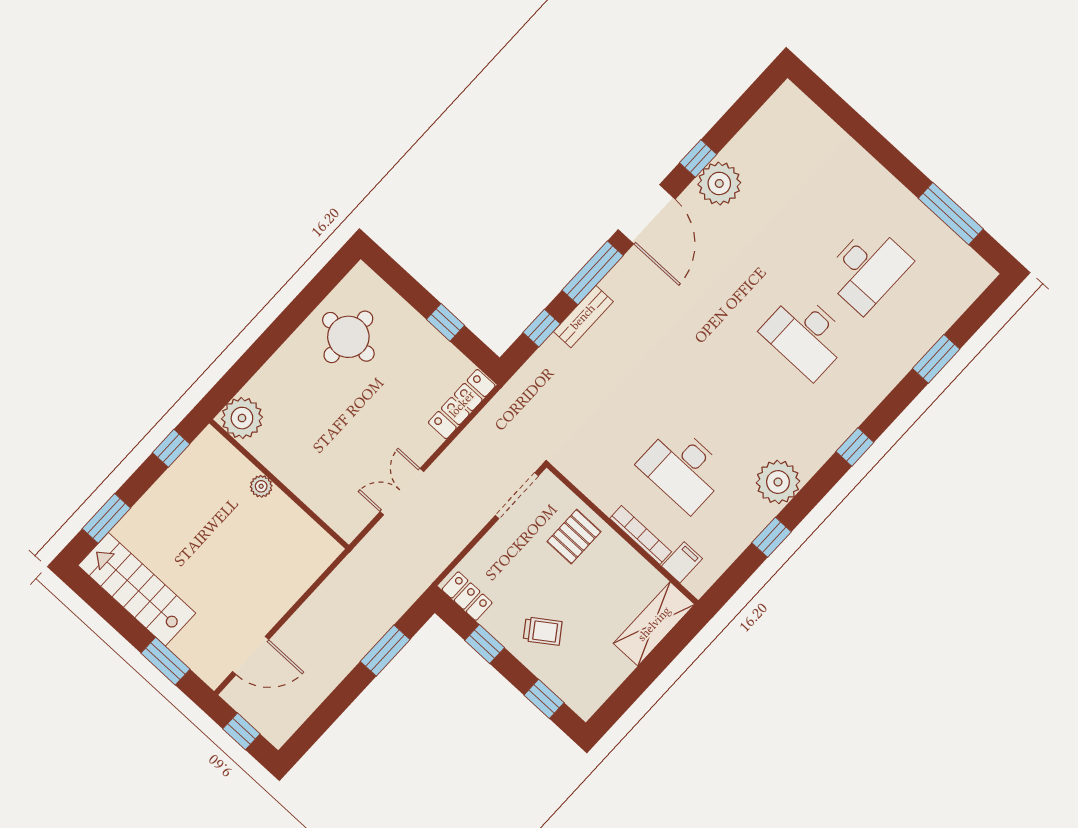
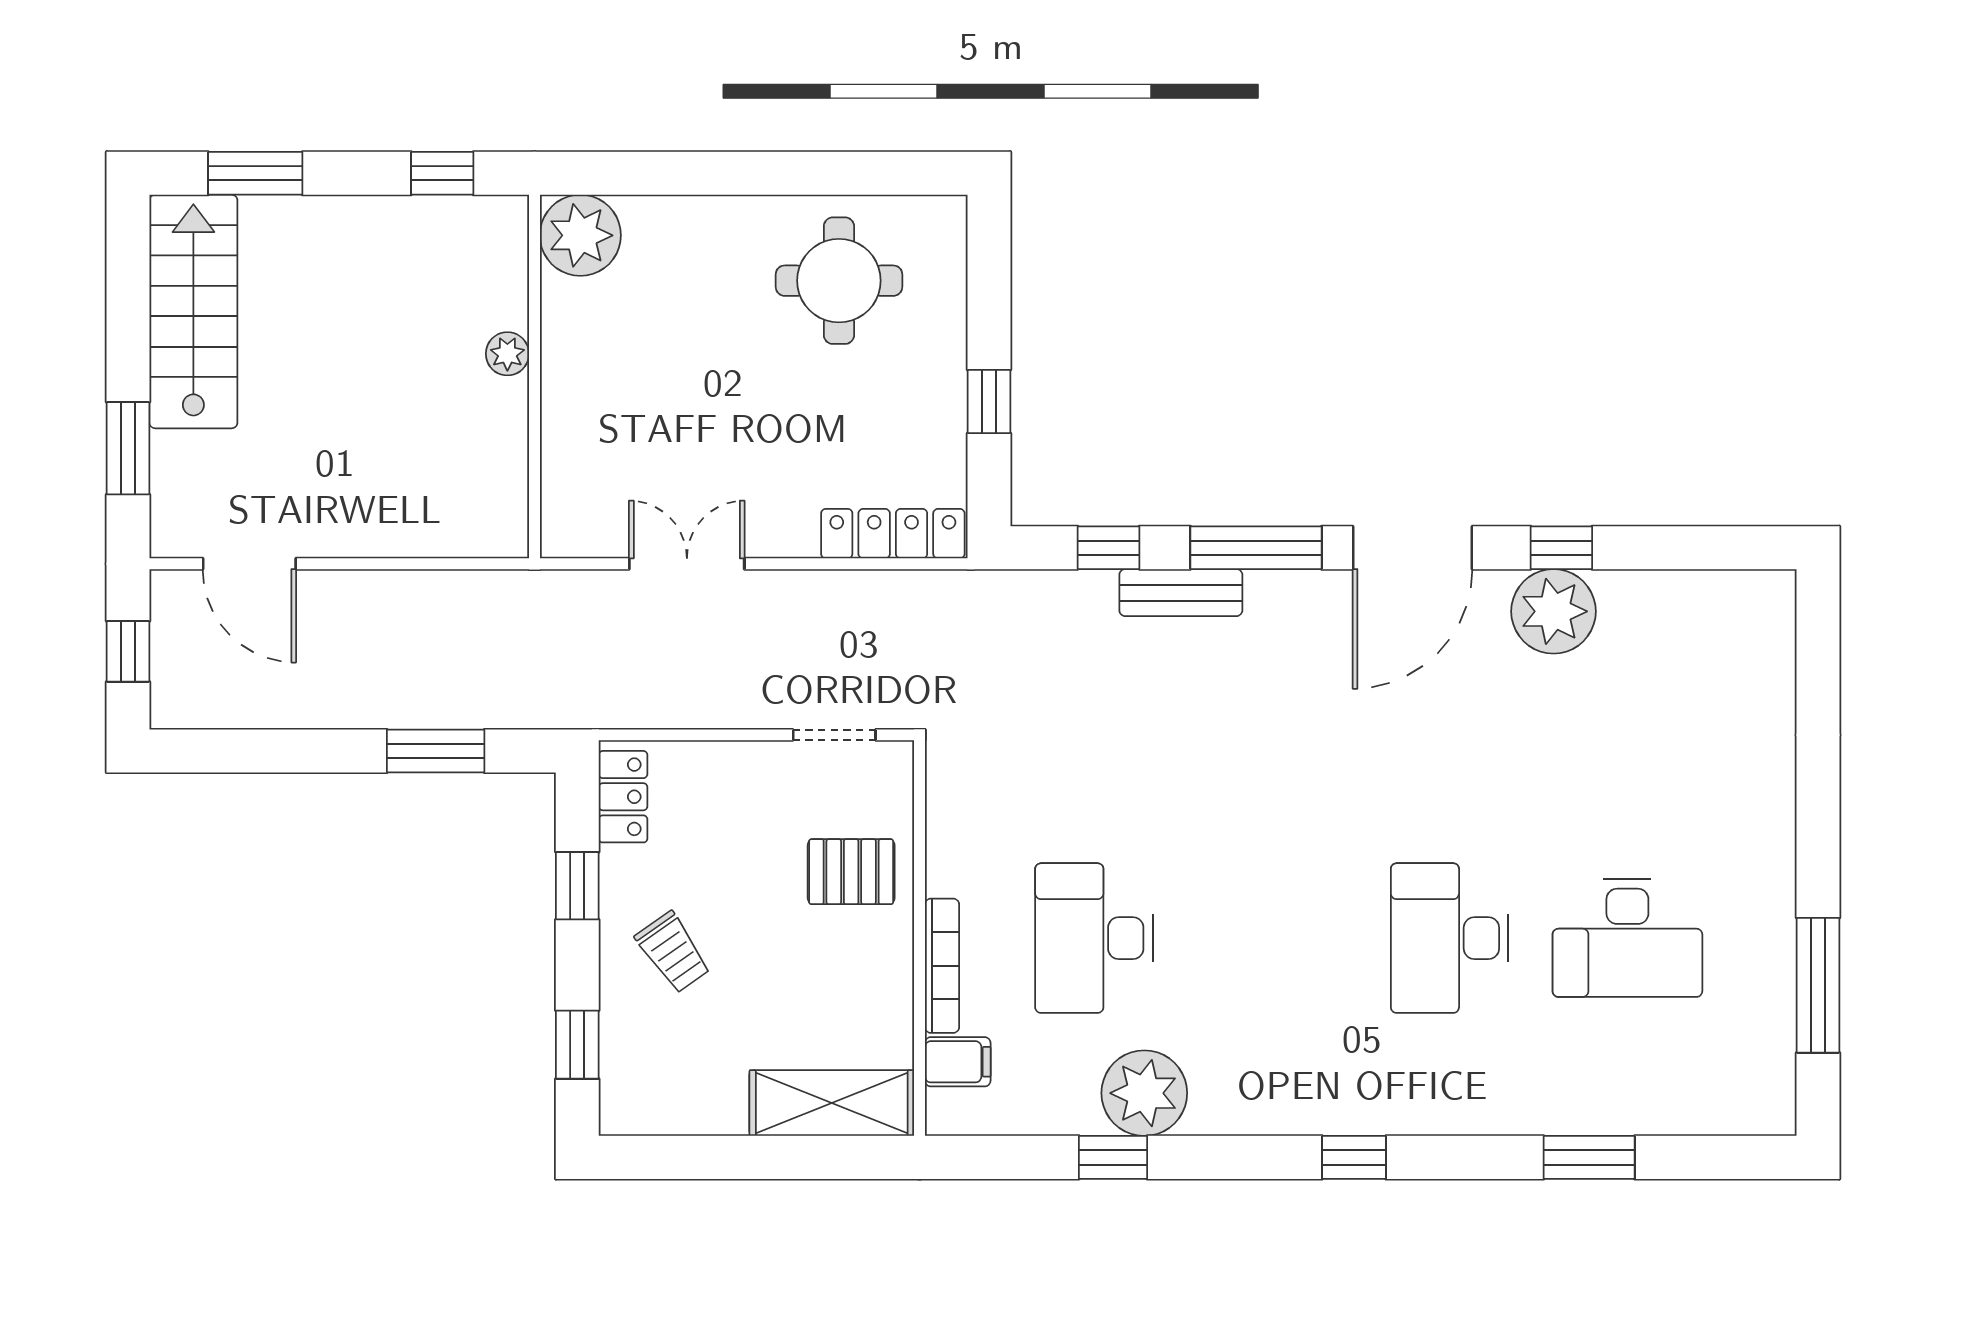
plant: (778, 482) -> (1144, 1093), moved
doorway: (517, 496) -> (834, 735), width x0.73

